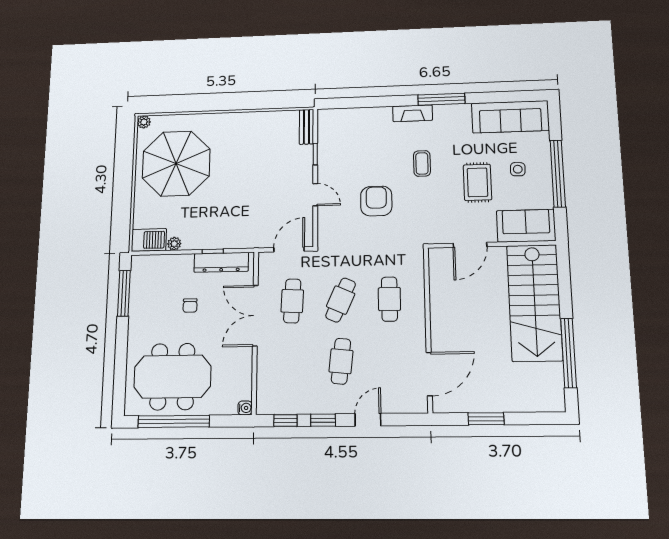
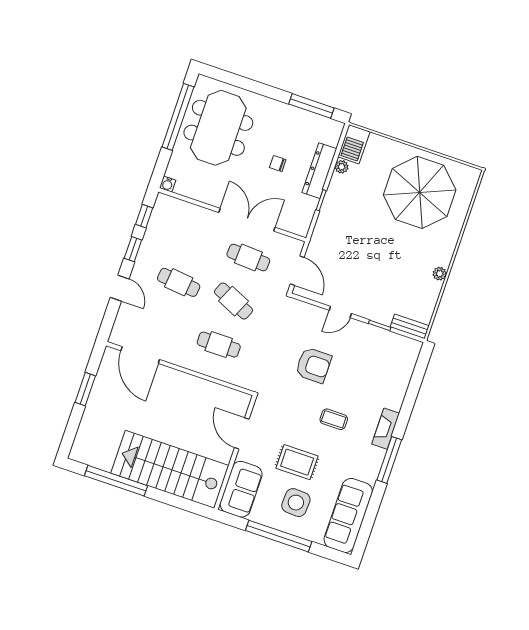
plant: (144, 122) -> (440, 274), moved
side table: (518, 169) -> (296, 503), width x1.87, depth x1.87
dresser: (221, 262) -> (319, 171), moved

